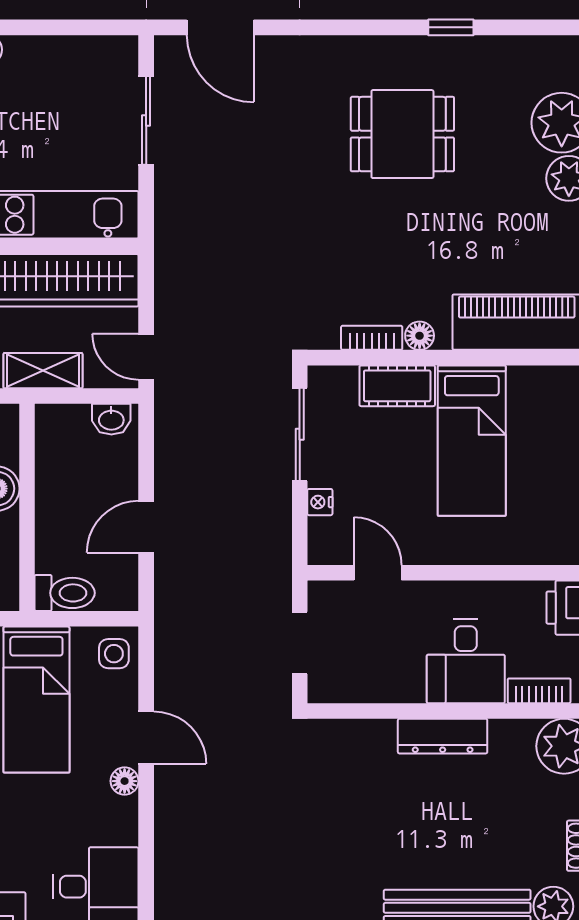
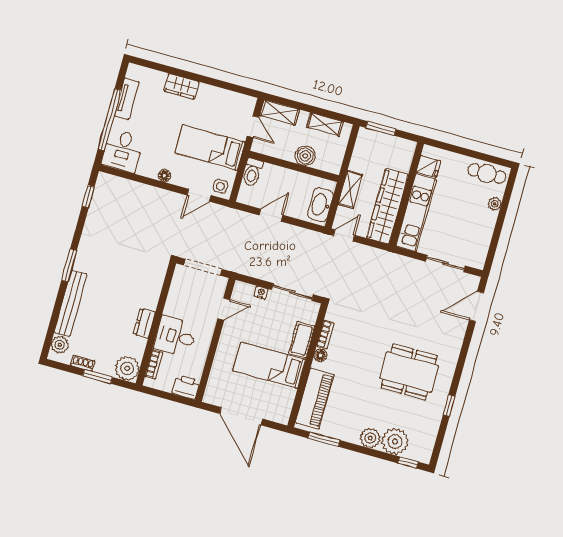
dining table: (402, 134) -> (409, 372), width x1.38
washbasin: (111, 419) -> (320, 205), width x1.91, depth x1.45
door: (146, 527) -> (271, 215), hinge flipped
doorway: (300, 643) -> (203, 267), width x1.38
dresser: (443, 736) -> (144, 323), width x0.70
door: (146, 738) -> (199, 195), moved

